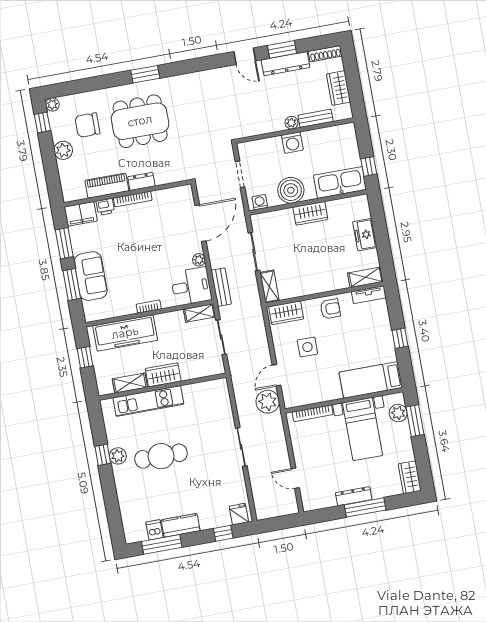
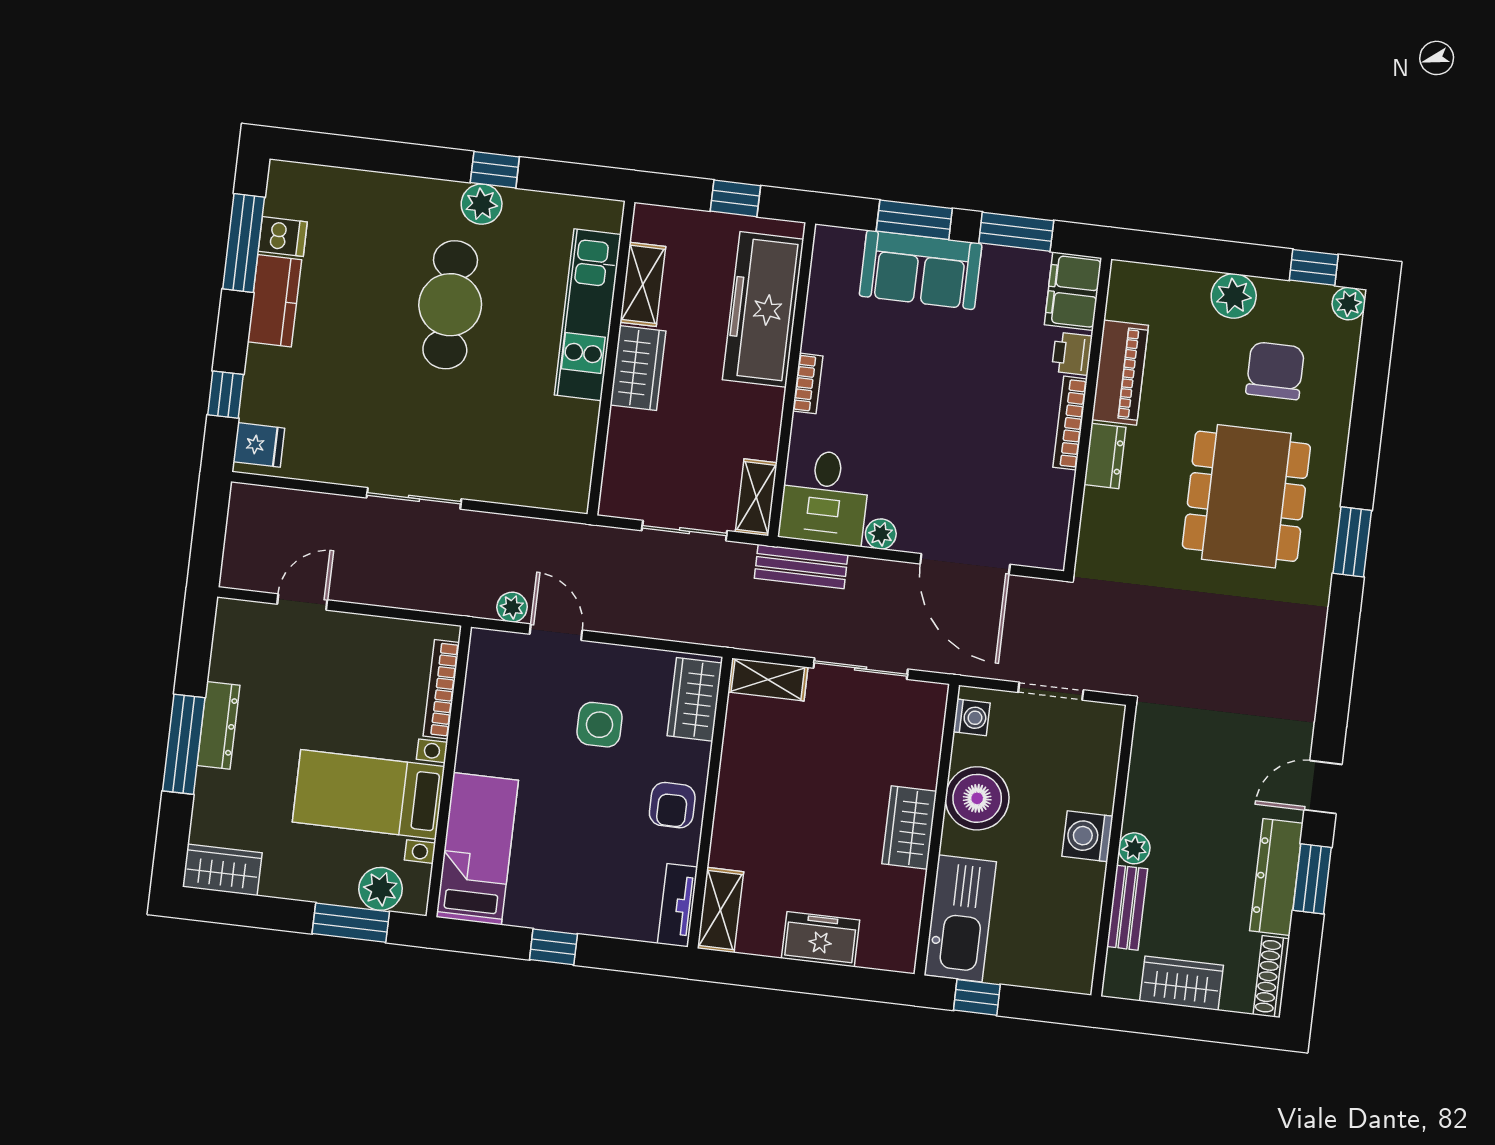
plant: (268, 402) -> (512, 607), width x0.53, depth x0.53

